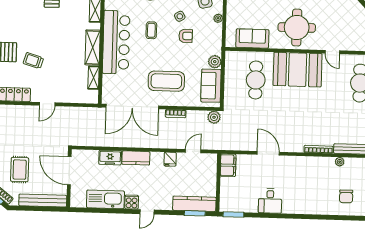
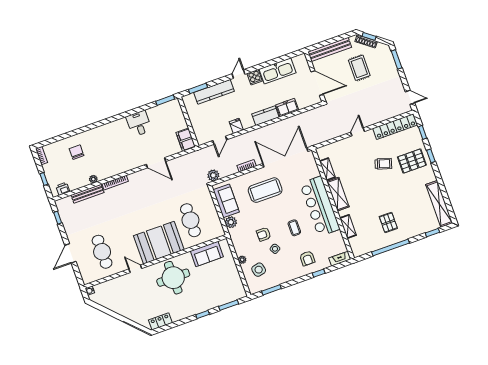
kitchen counter: (194, 204) -> (214, 92), moved

